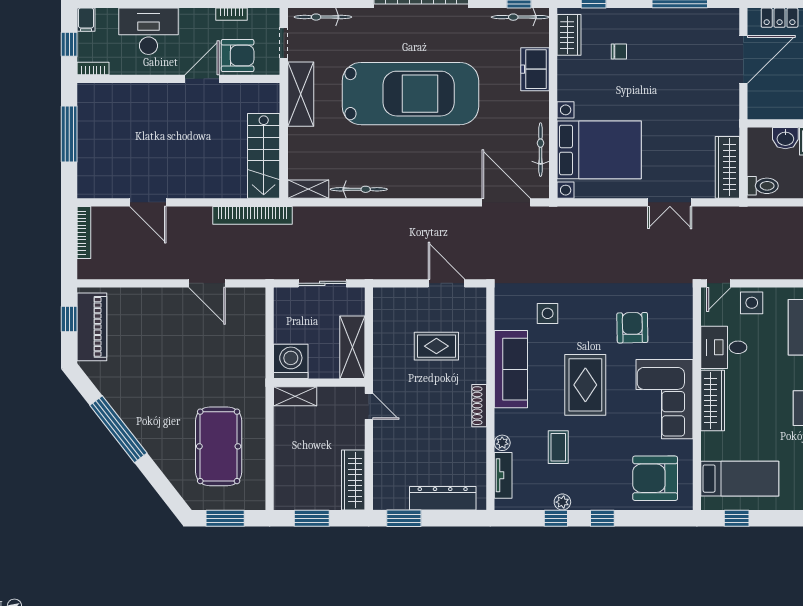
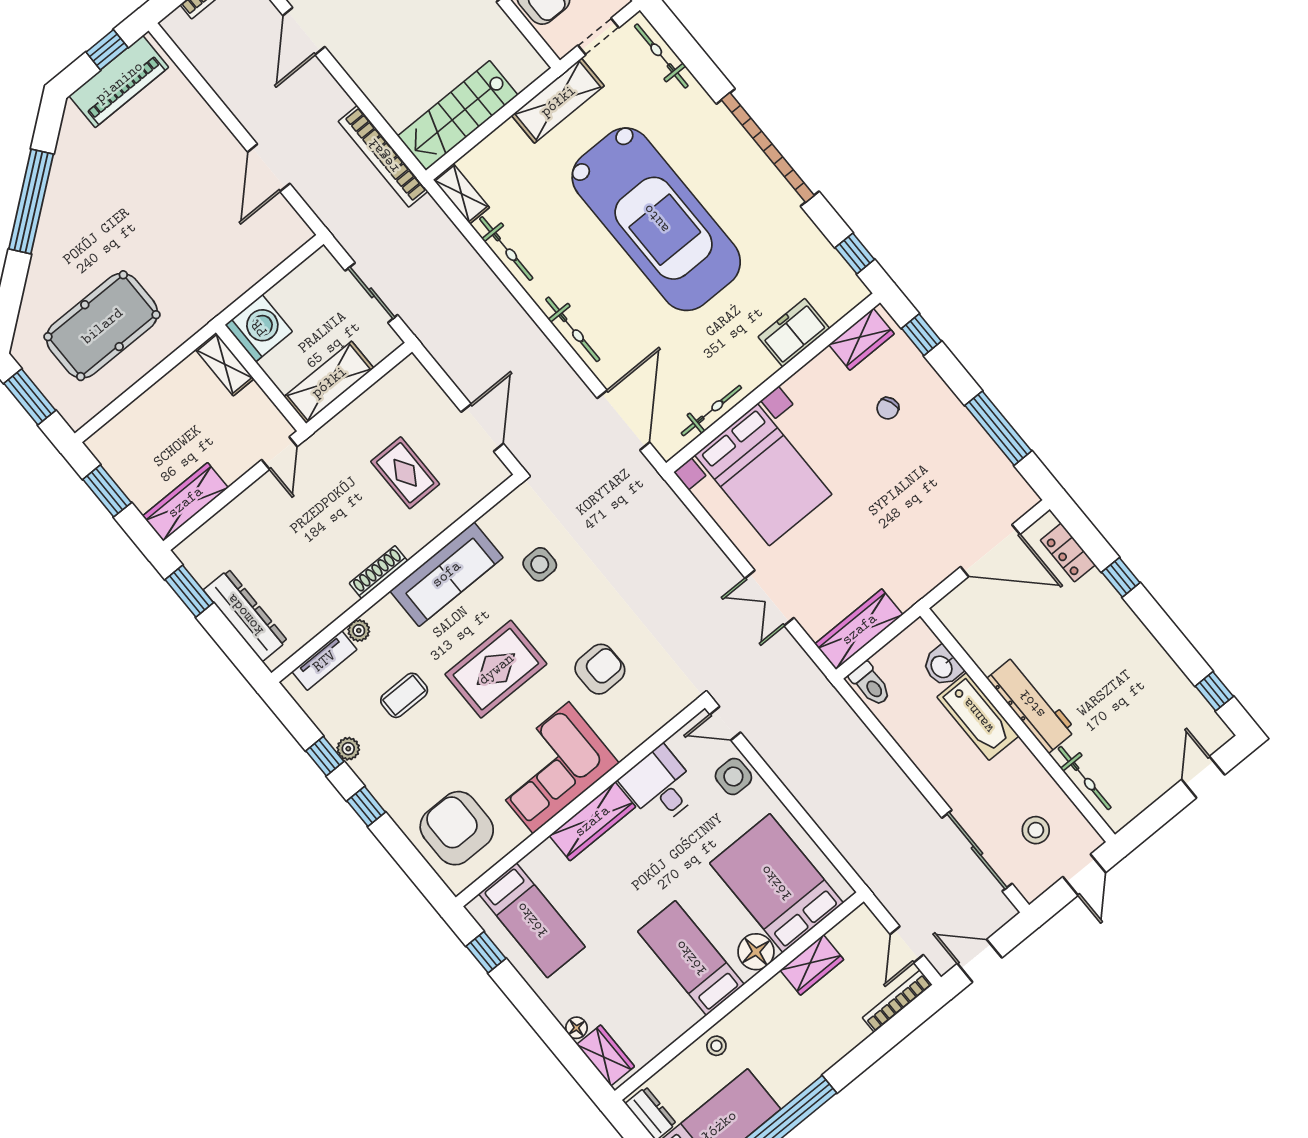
bicycle: (520, 17) -> (573, 329), moved, turned 180
chair: (619, 52) -> (888, 408), turned 69

